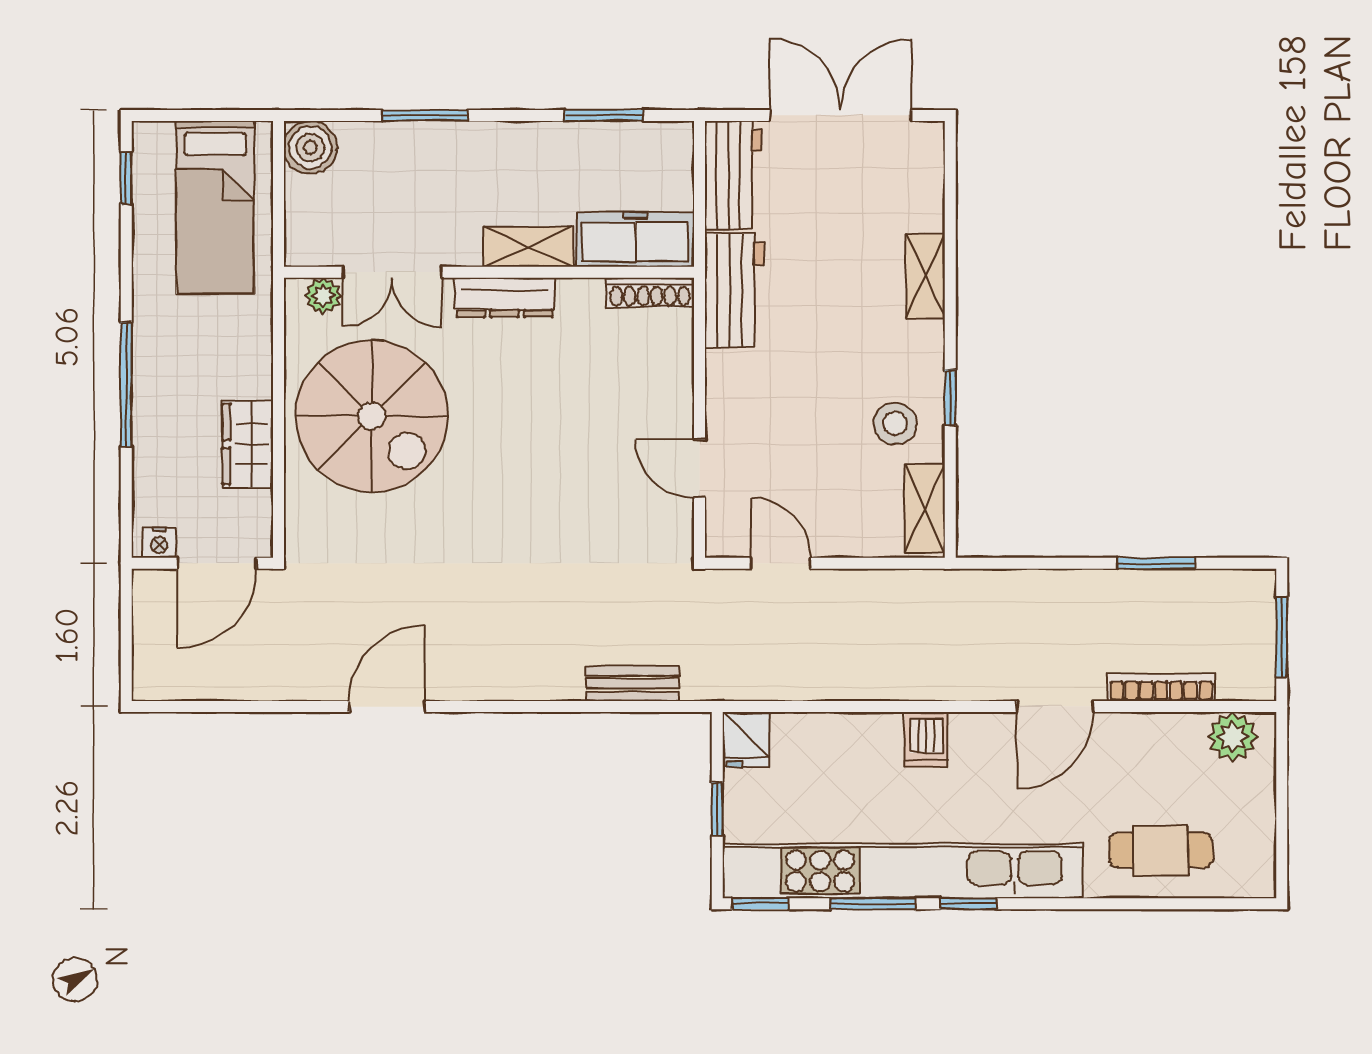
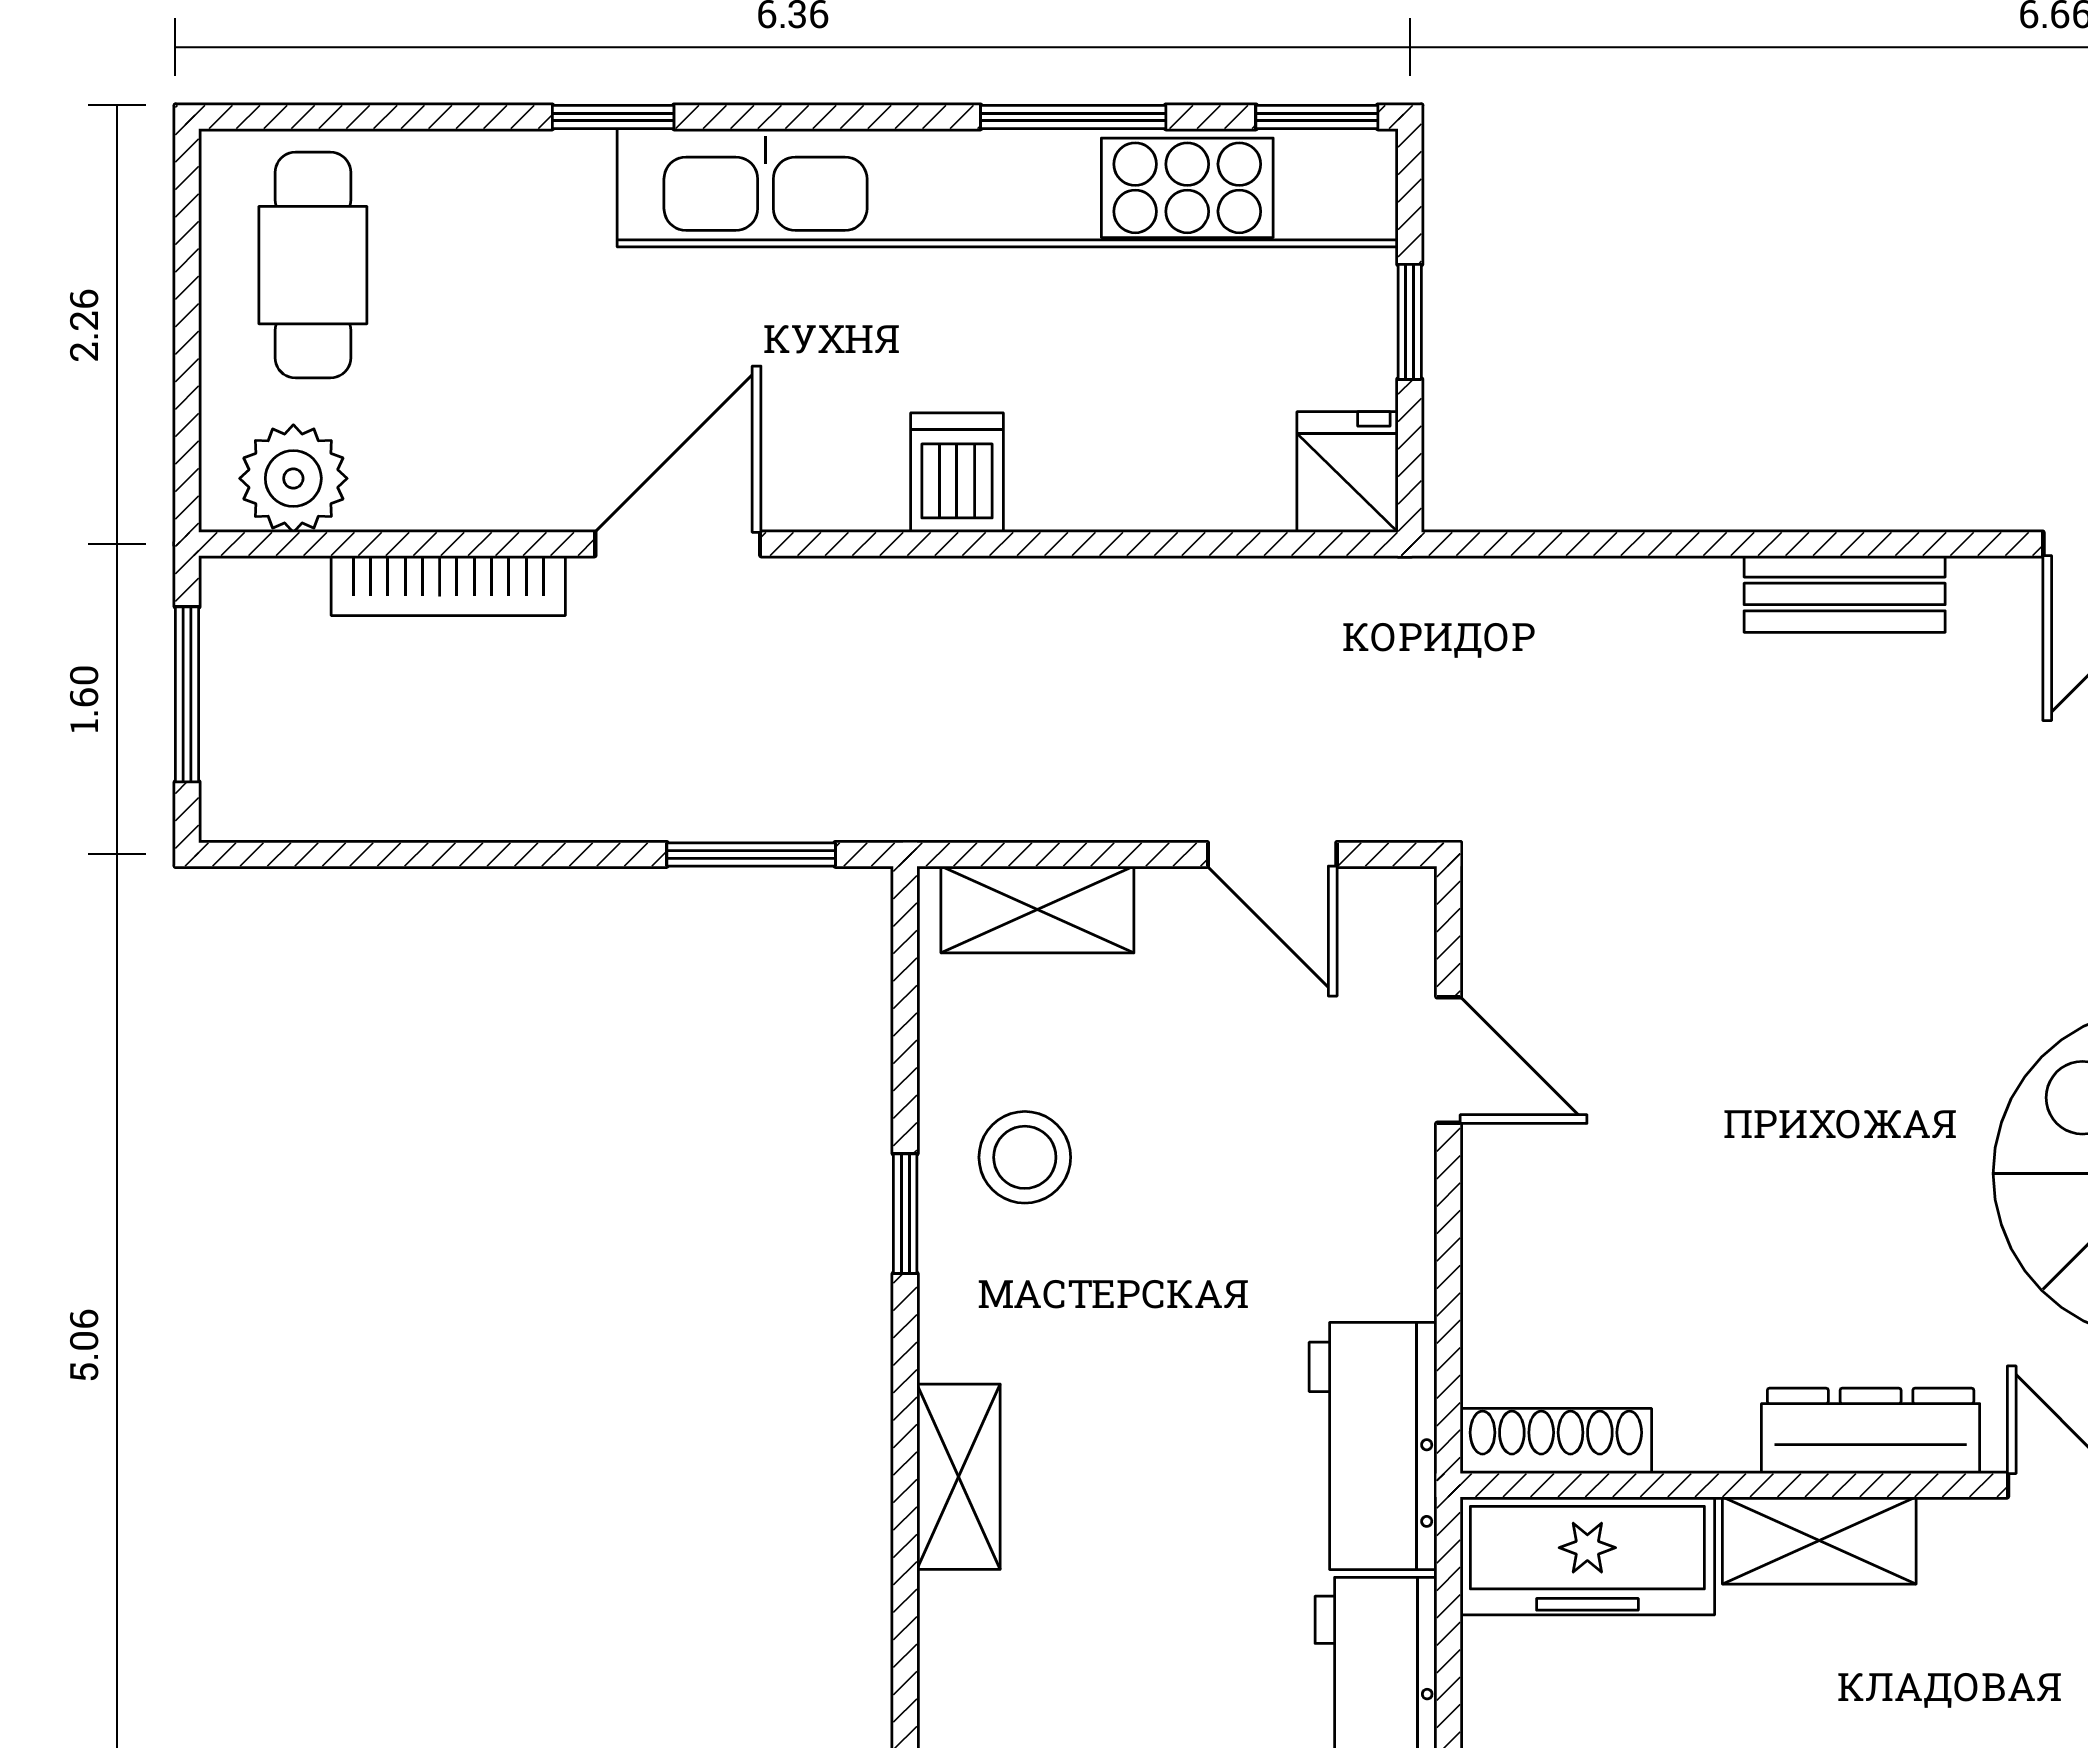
shelving: (925, 508) -> (1037, 910), moved, turned 90
window: (1156, 563) -> (751, 854), moved
bench: (632, 683) -> (1845, 594), moved
cafe table: (1161, 850) -> (313, 265), moved, turned 90
window: (968, 904) -> (613, 117), moved

